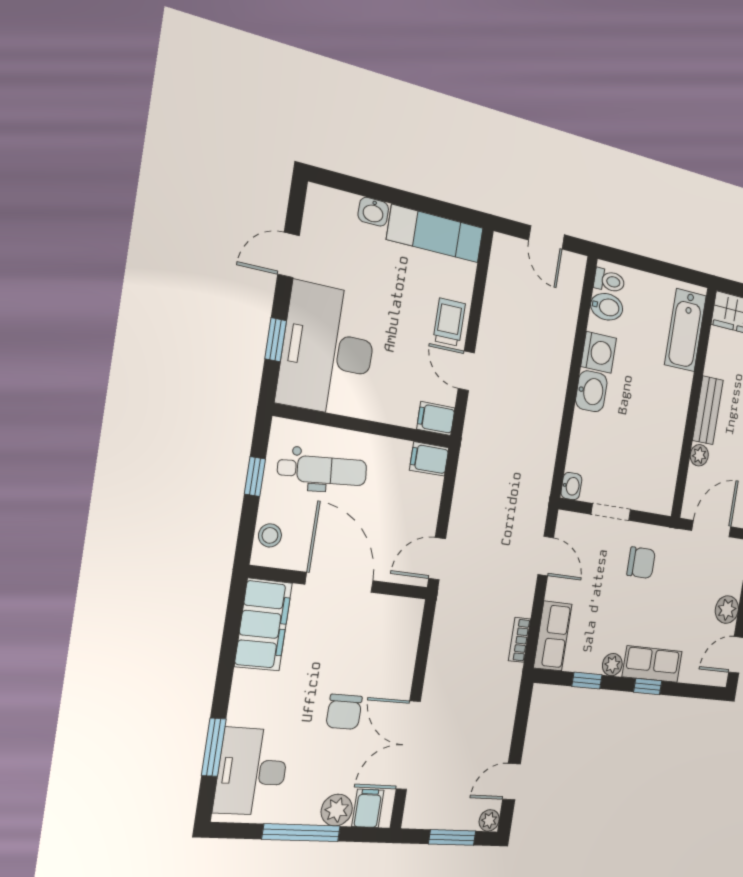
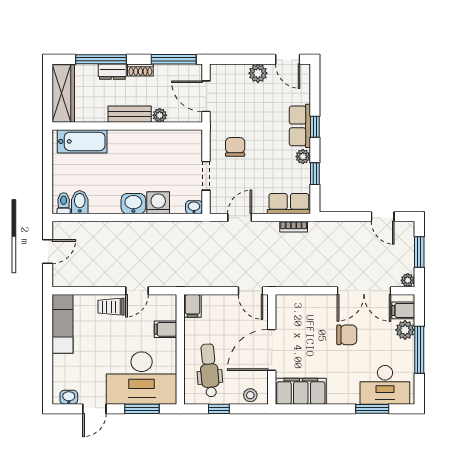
washbasin: (373, 212) -> (69, 397), moved, turned -90
door: (289, 255) -> (94, 409), hinge flipped
window: (276, 340) -> (142, 409), width x1.50
washing machine: (599, 352) -> (158, 203), moved
filing cabinet: (436, 418) -> (165, 329), moved, turned 90
plant: (489, 820) -> (408, 280), moved

